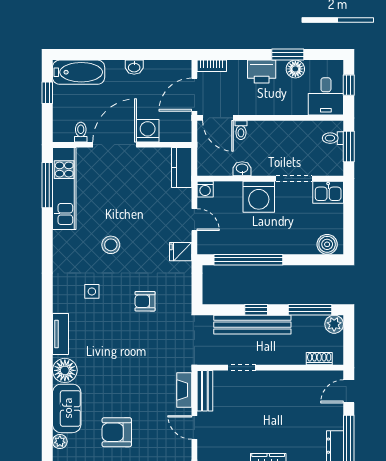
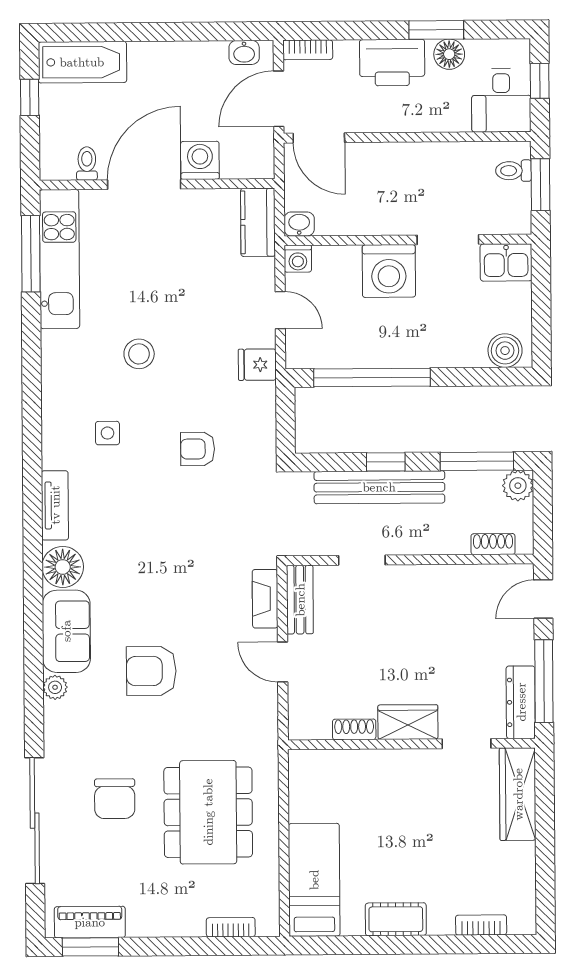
washbasin: (134, 67) -> (244, 52), moved
printer: (262, 71) -> (392, 63), width x1.37, depth x1.19
toilet: (241, 130) -> (358, 158), removed
washbasin: (242, 169) -> (299, 224), moved

